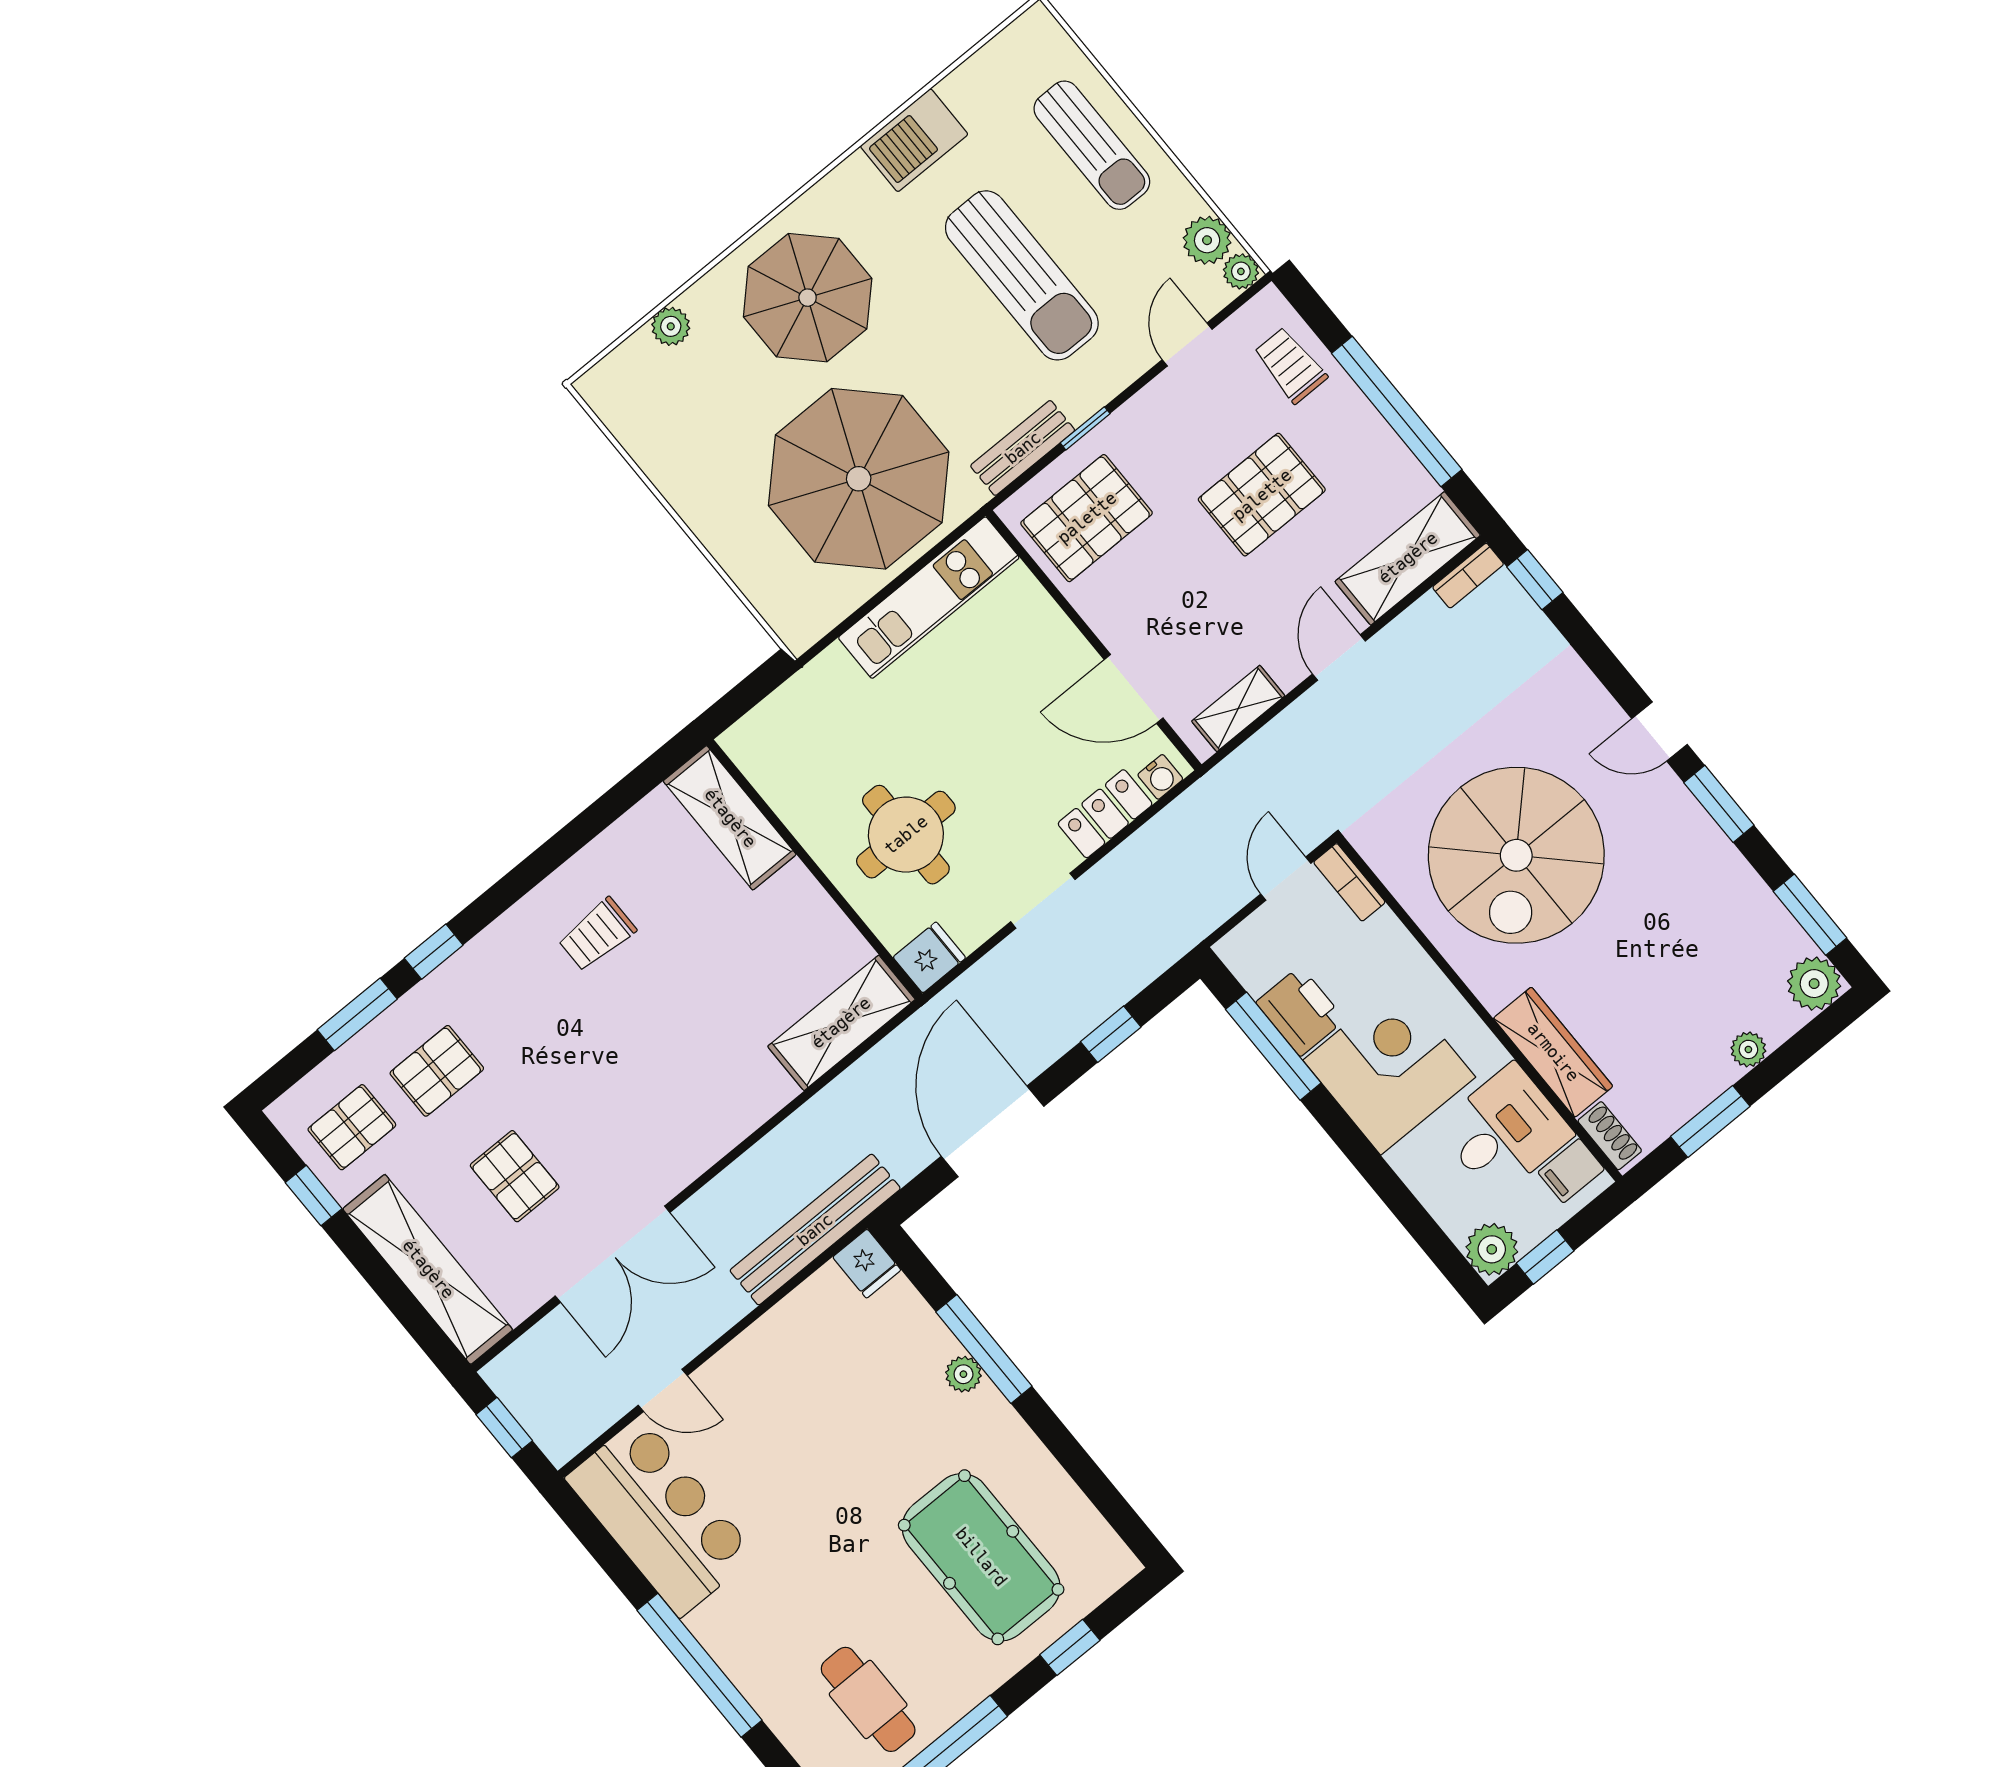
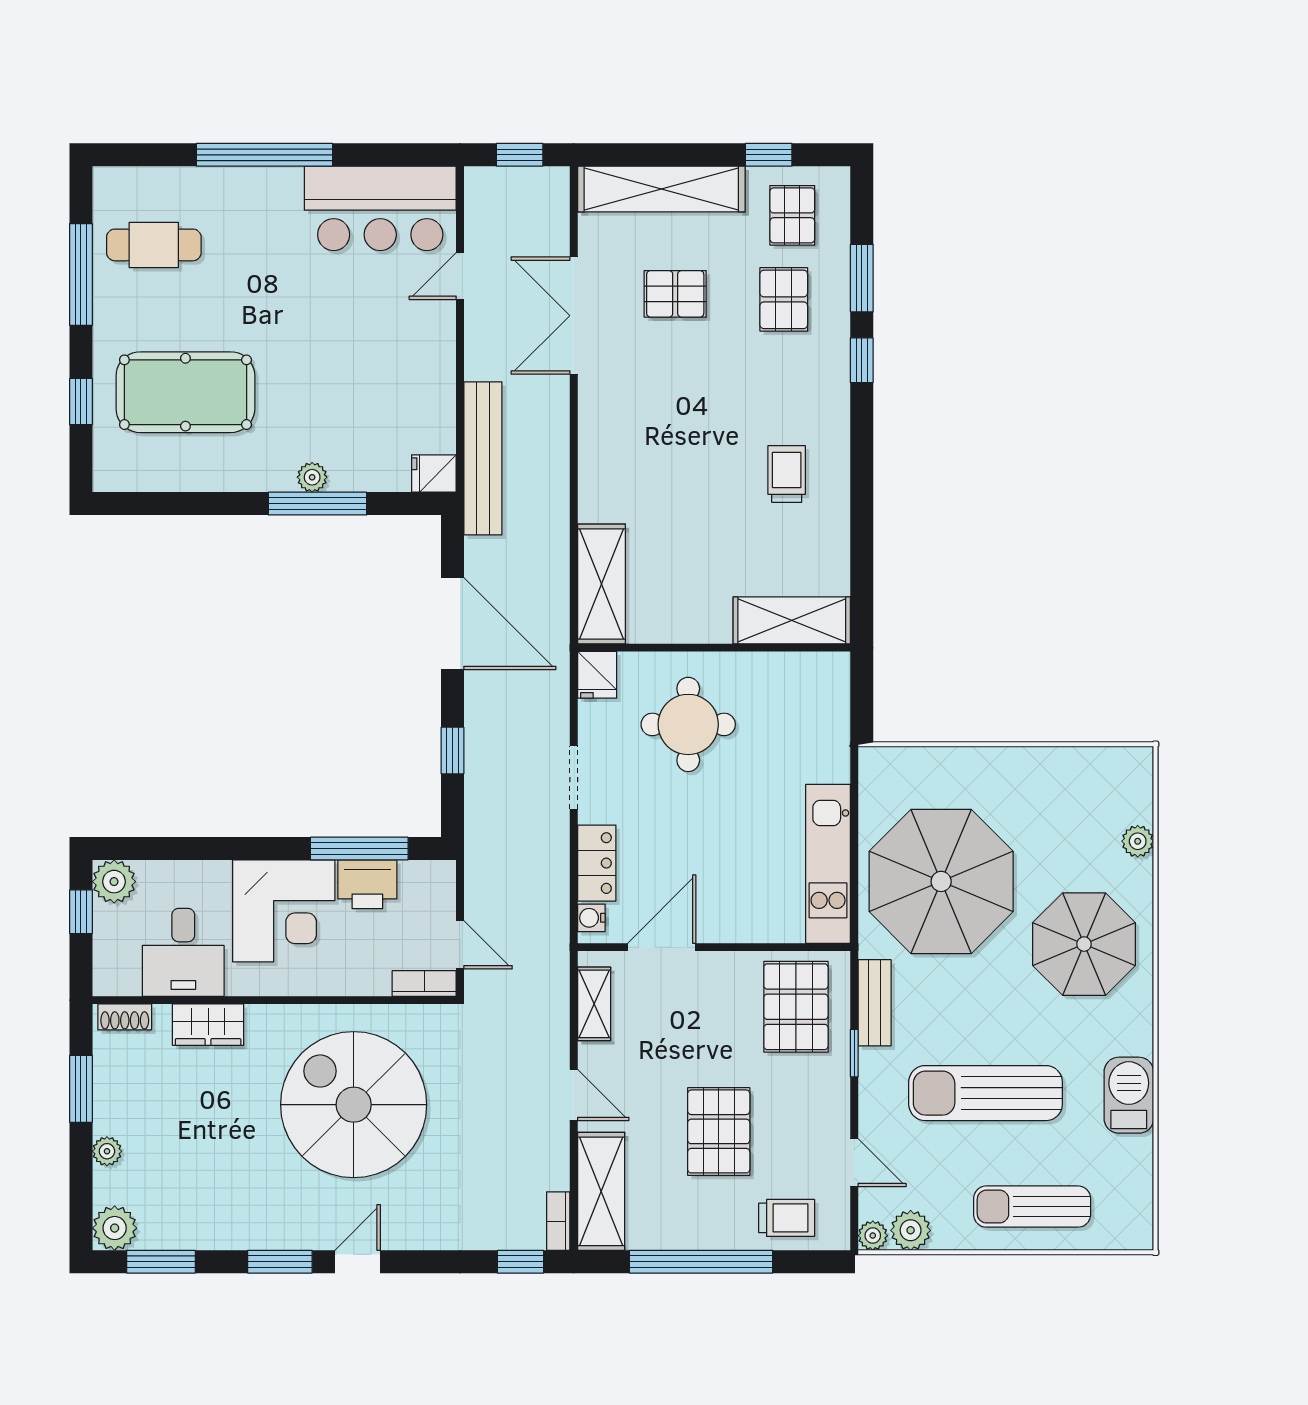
wardrobe: (1553, 1052) -> (208, 1025), width x0.67
filing cabinet: (1571, 1171) -> (123, 974), removed

